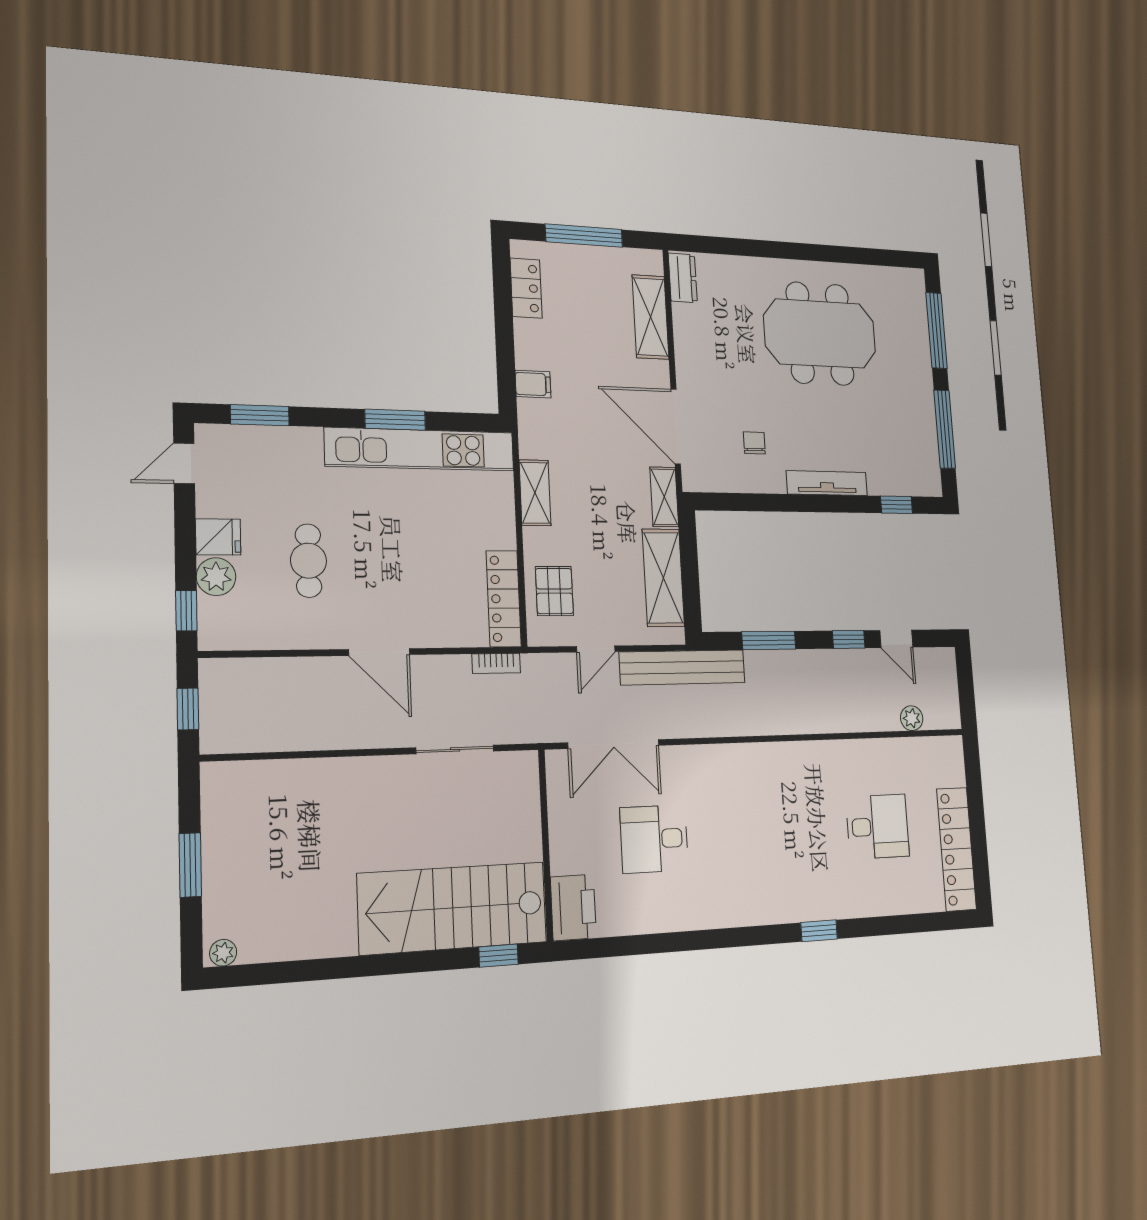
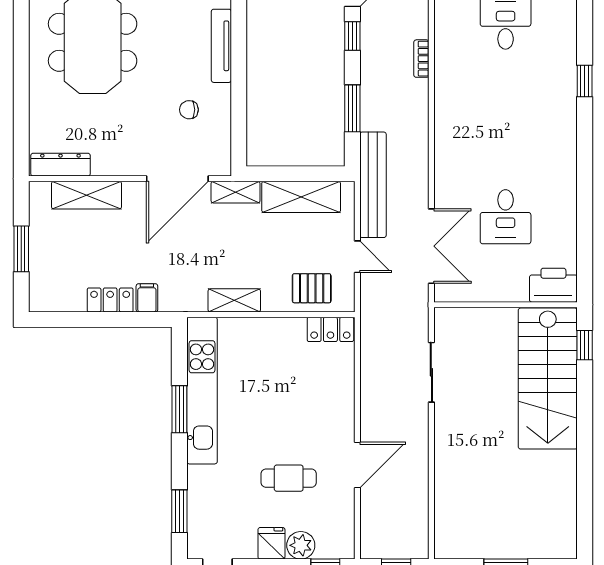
window: (584, 236) -> (21, 249), width x0.69
dresser: (683, 278) -> (60, 165), width x1.44
locker: (526, 288) -> (110, 300), moved
locker: (504, 599) -> (330, 329), width x0.66
door: (379, 652) -> (357, 465), moved
bookcase: (496, 663) -> (421, 59), moved, turned 180
plant: (223, 953) -> (568, 545), removed

